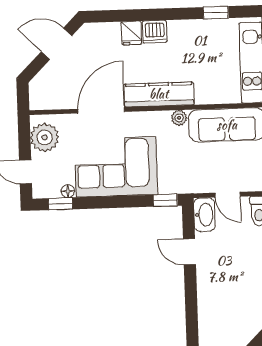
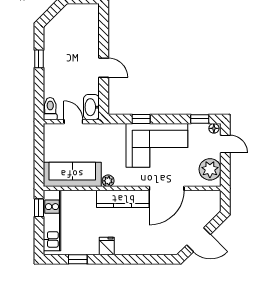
dishwasher: (155, 32) -> (124, 246), removed
fridge: (131, 33) -> (107, 246), moved
floor lamp: (68, 191) -> (214, 128), moved
window: (165, 200) -> (141, 119), moved
door: (189, 252) -> (104, 68), moved

